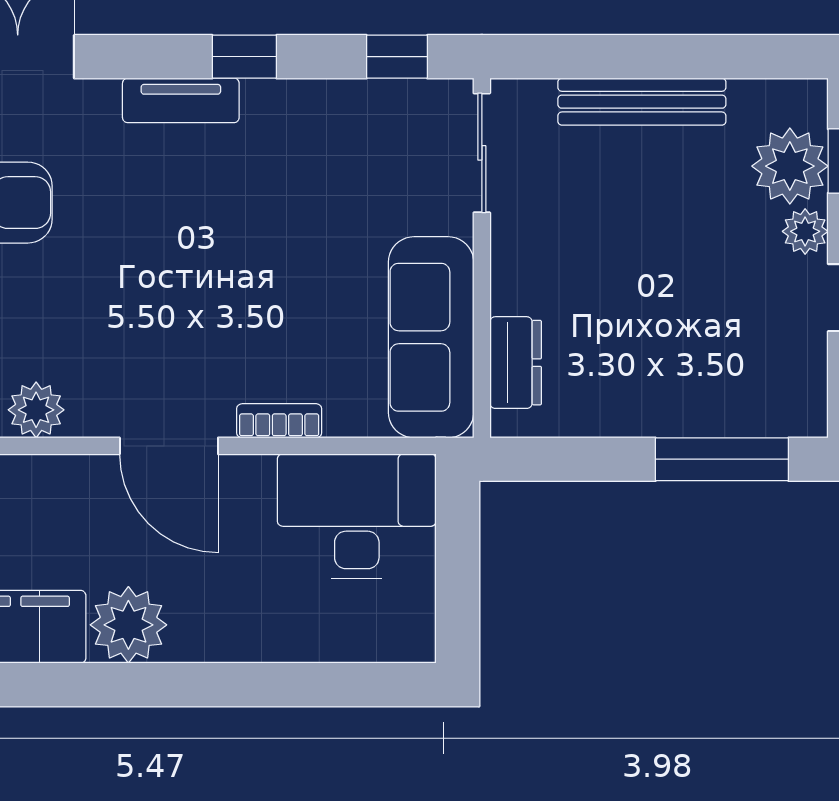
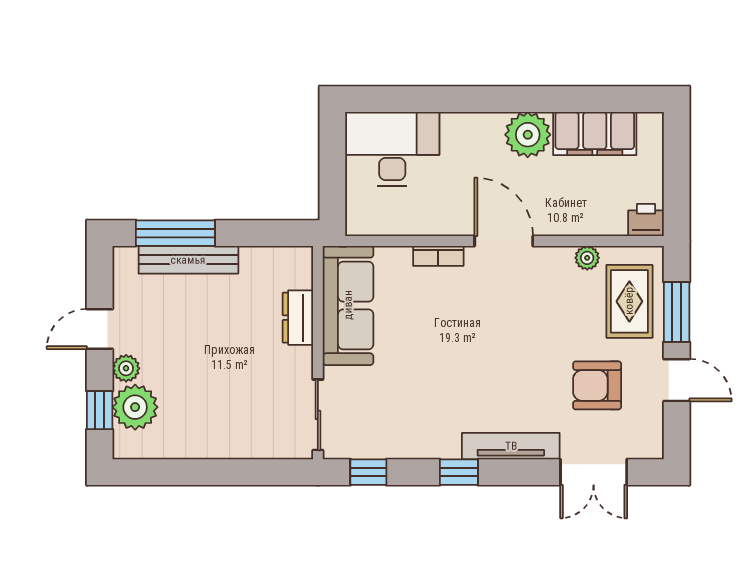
tv unit: (181, 100) -> (511, 446), width x1.41
bench: (642, 102) -> (188, 260), moved
dresser: (516, 363) -> (298, 318), moved
plant: (36, 410) -> (587, 258), width x0.73, depth x0.73
desk: (357, 516) -> (392, 149), moved, turned 180

